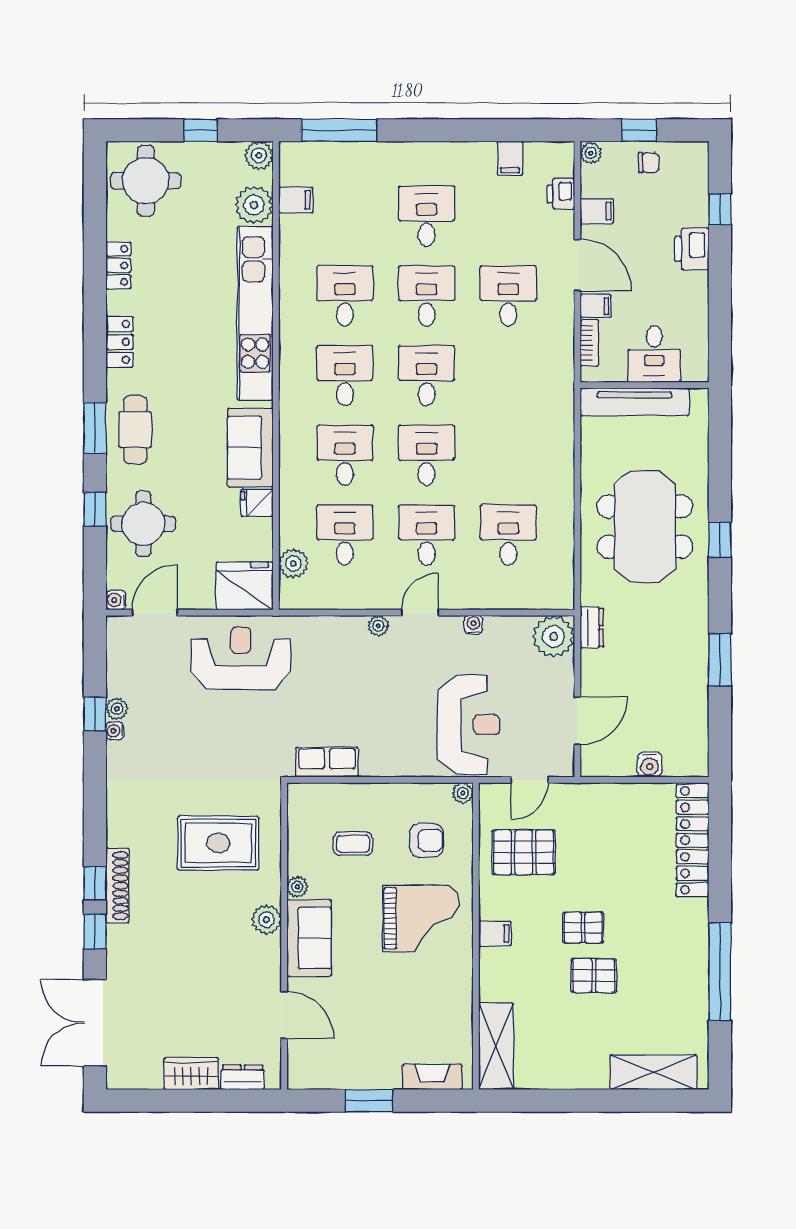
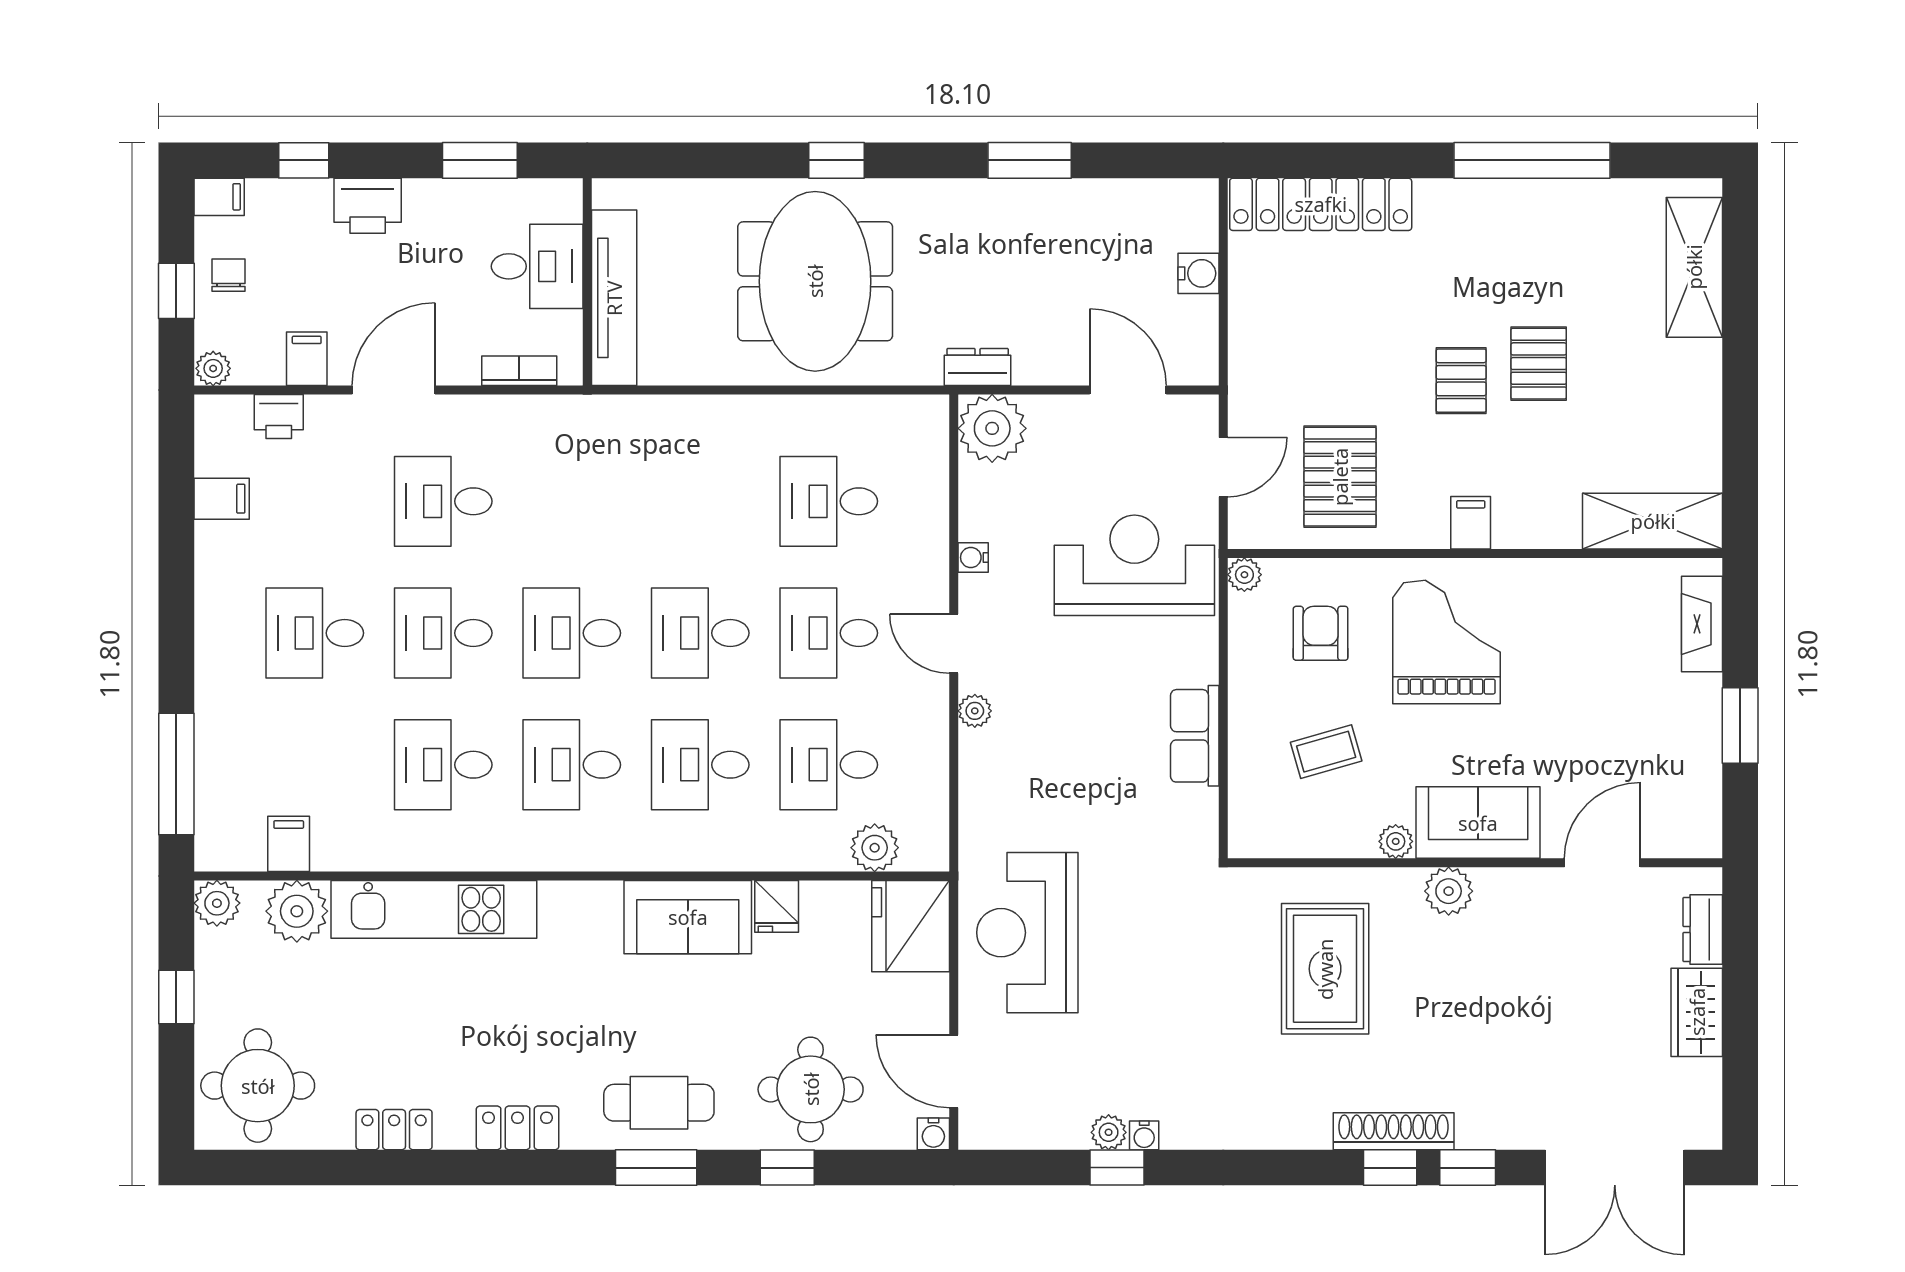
filing cabinet: (596, 306) -> (219, 197), moved, turned 90
kitchen unit: (255, 313) -> (434, 909), width x0.73
window: (720, 319) -> (480, 160), added
meeting table: (645, 527) -> (815, 281), turned 90
row of seats: (327, 762) -> (1195, 736), moved
door: (530, 780) -> (1223, 467), hinge flipped
coffee table: (353, 844) -> (1326, 752), turned 74

